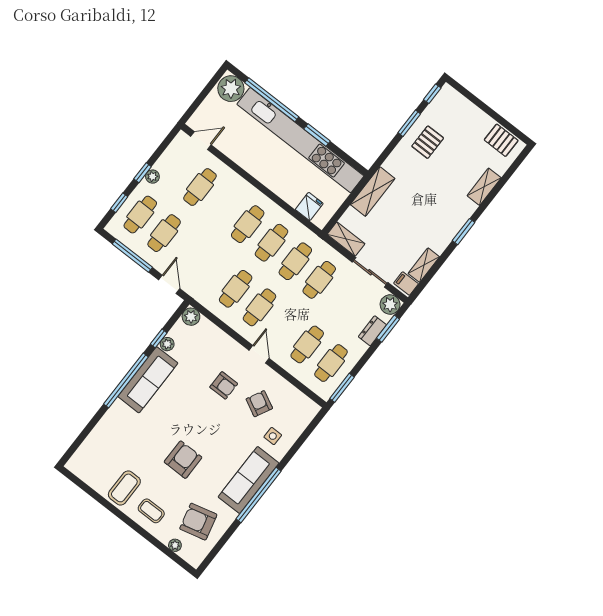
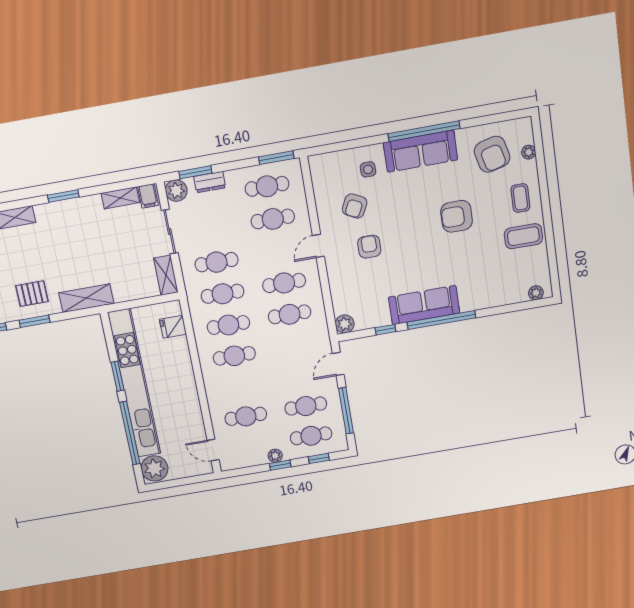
shelving: (373, 192) -> (86, 298), moved
plant: (167, 344) -> (536, 293), moved

